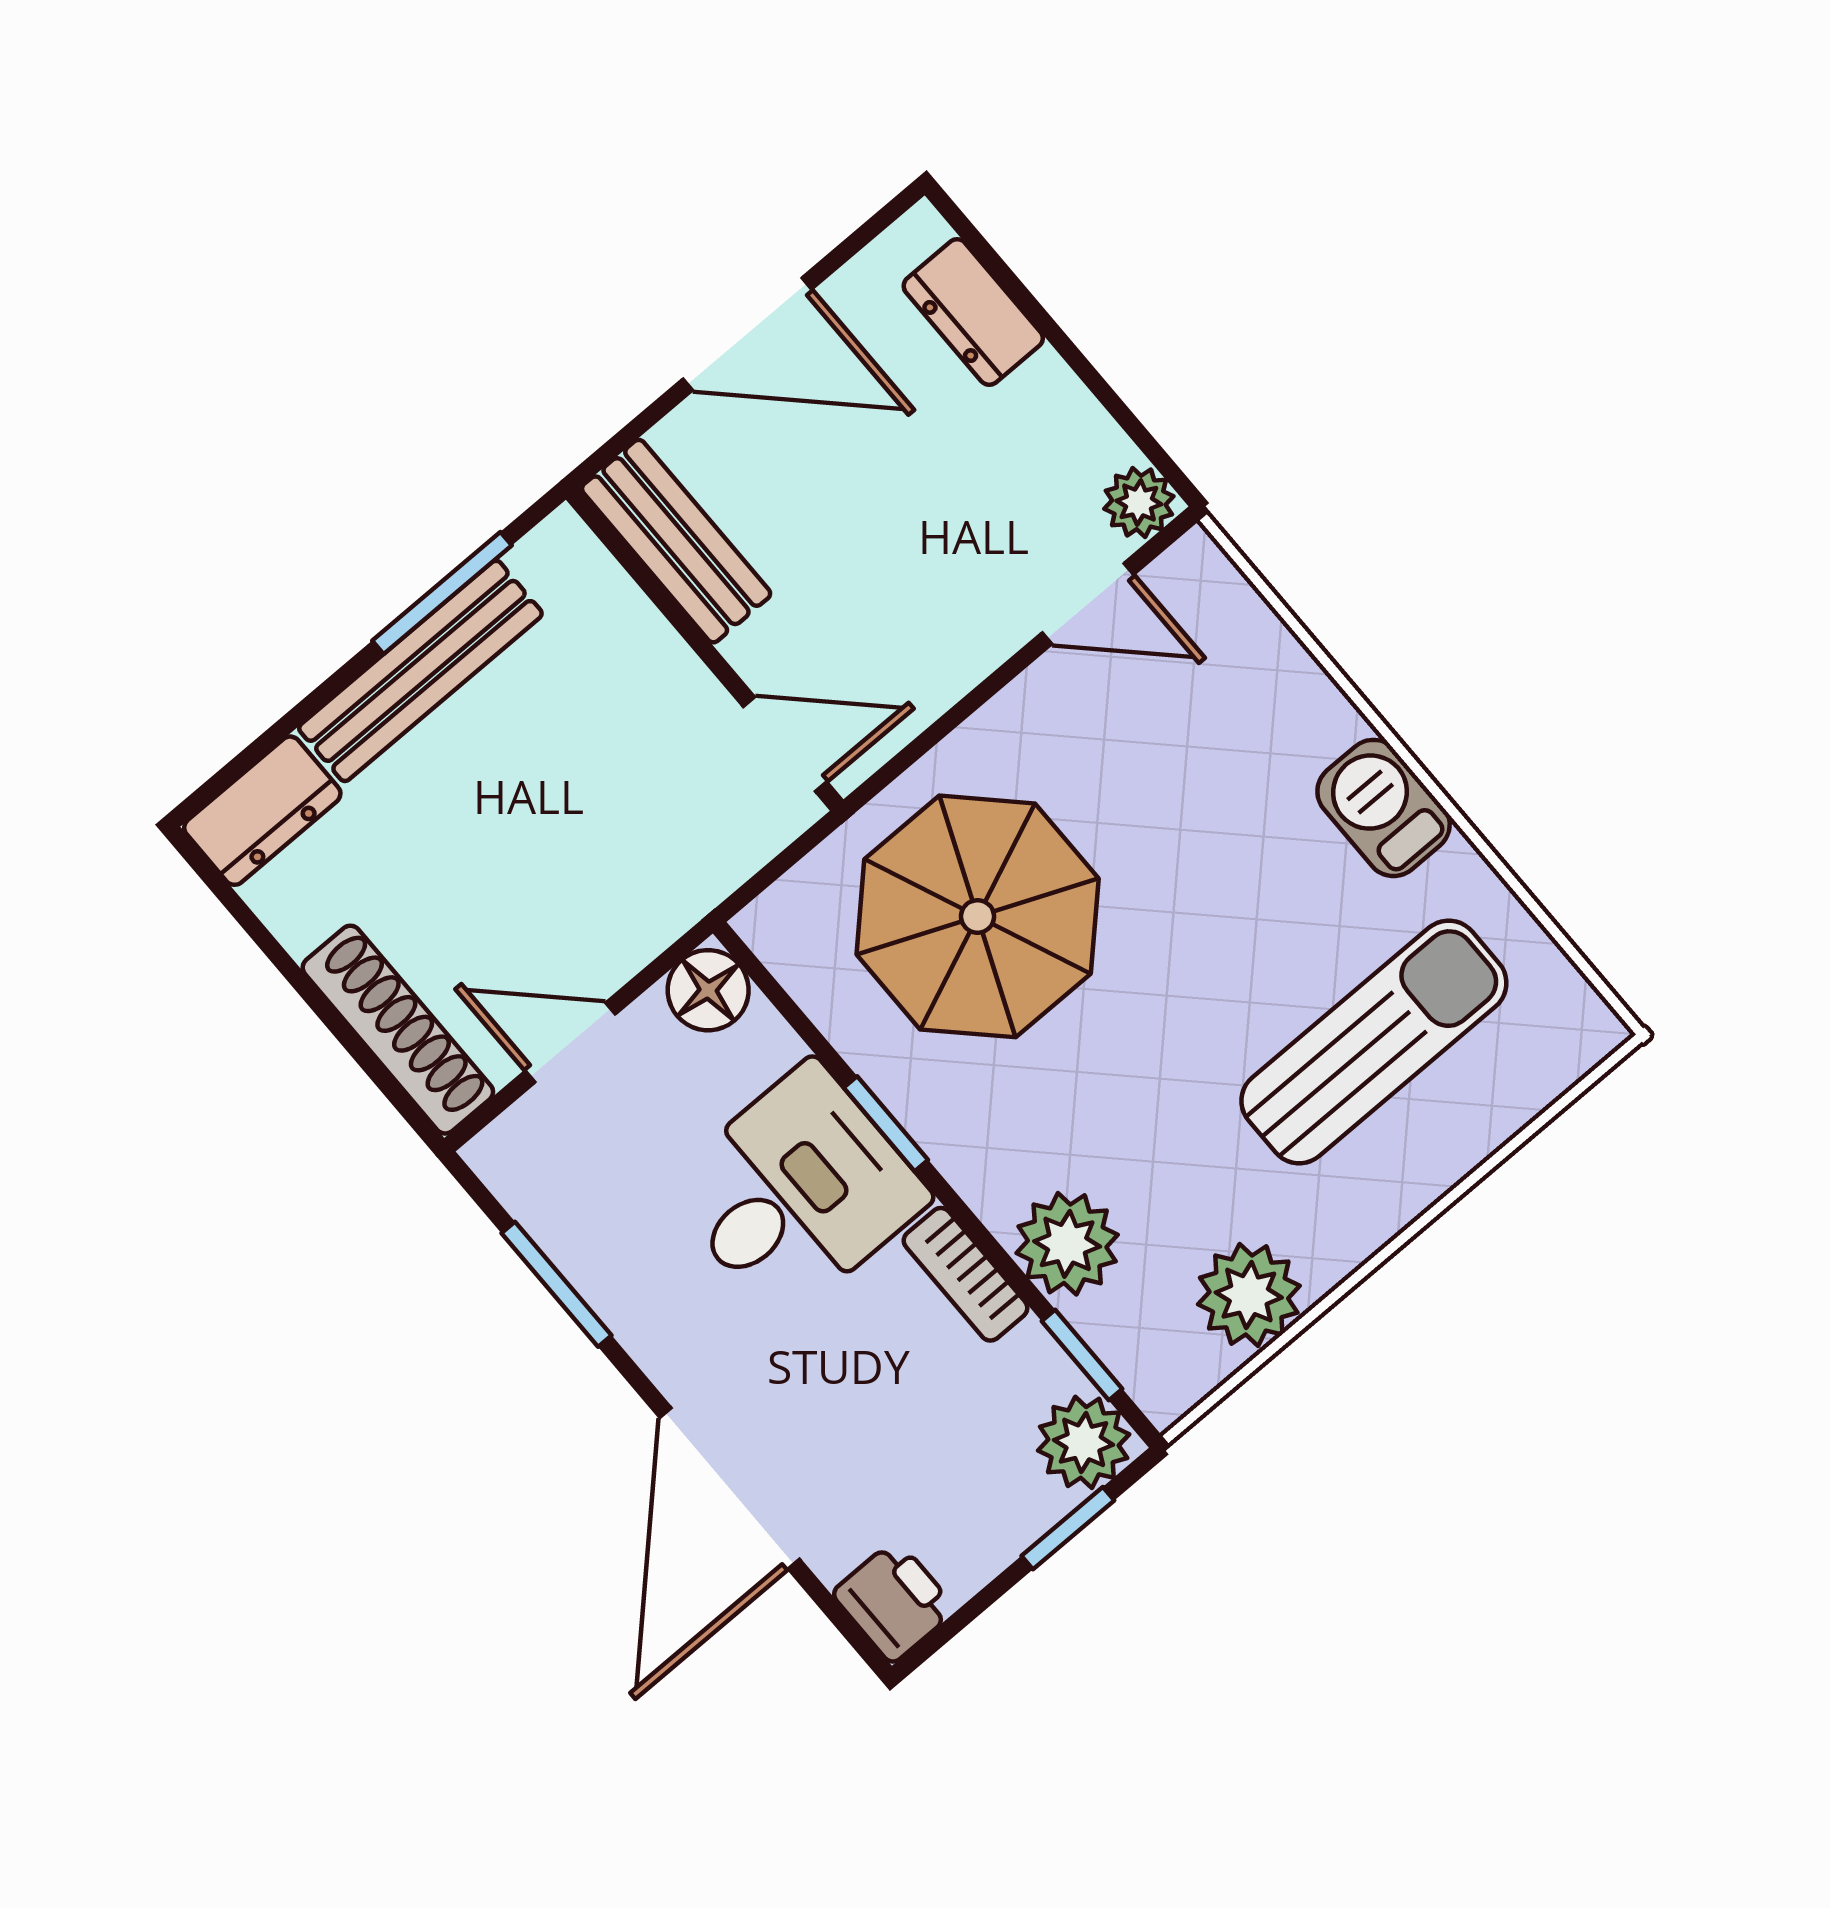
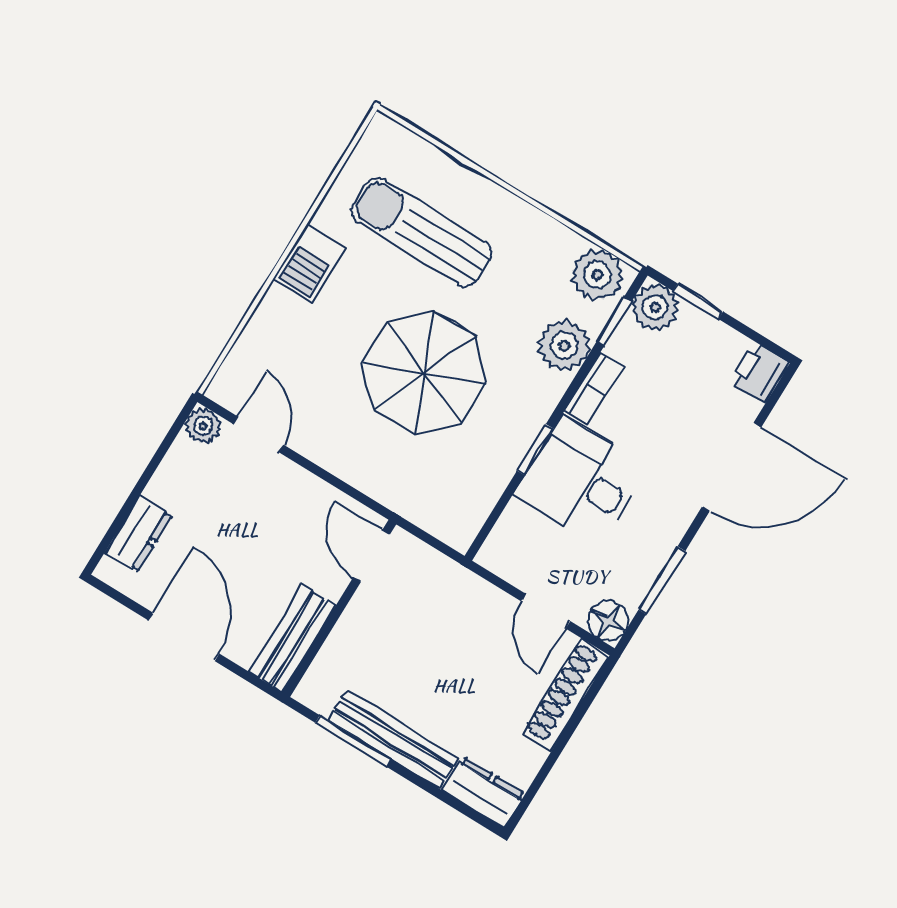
parasol: (978, 916) -> (424, 373), moved
floor lamp: (708, 990) -> (608, 621), moved
plant: (1249, 1295) -> (597, 275), moved

